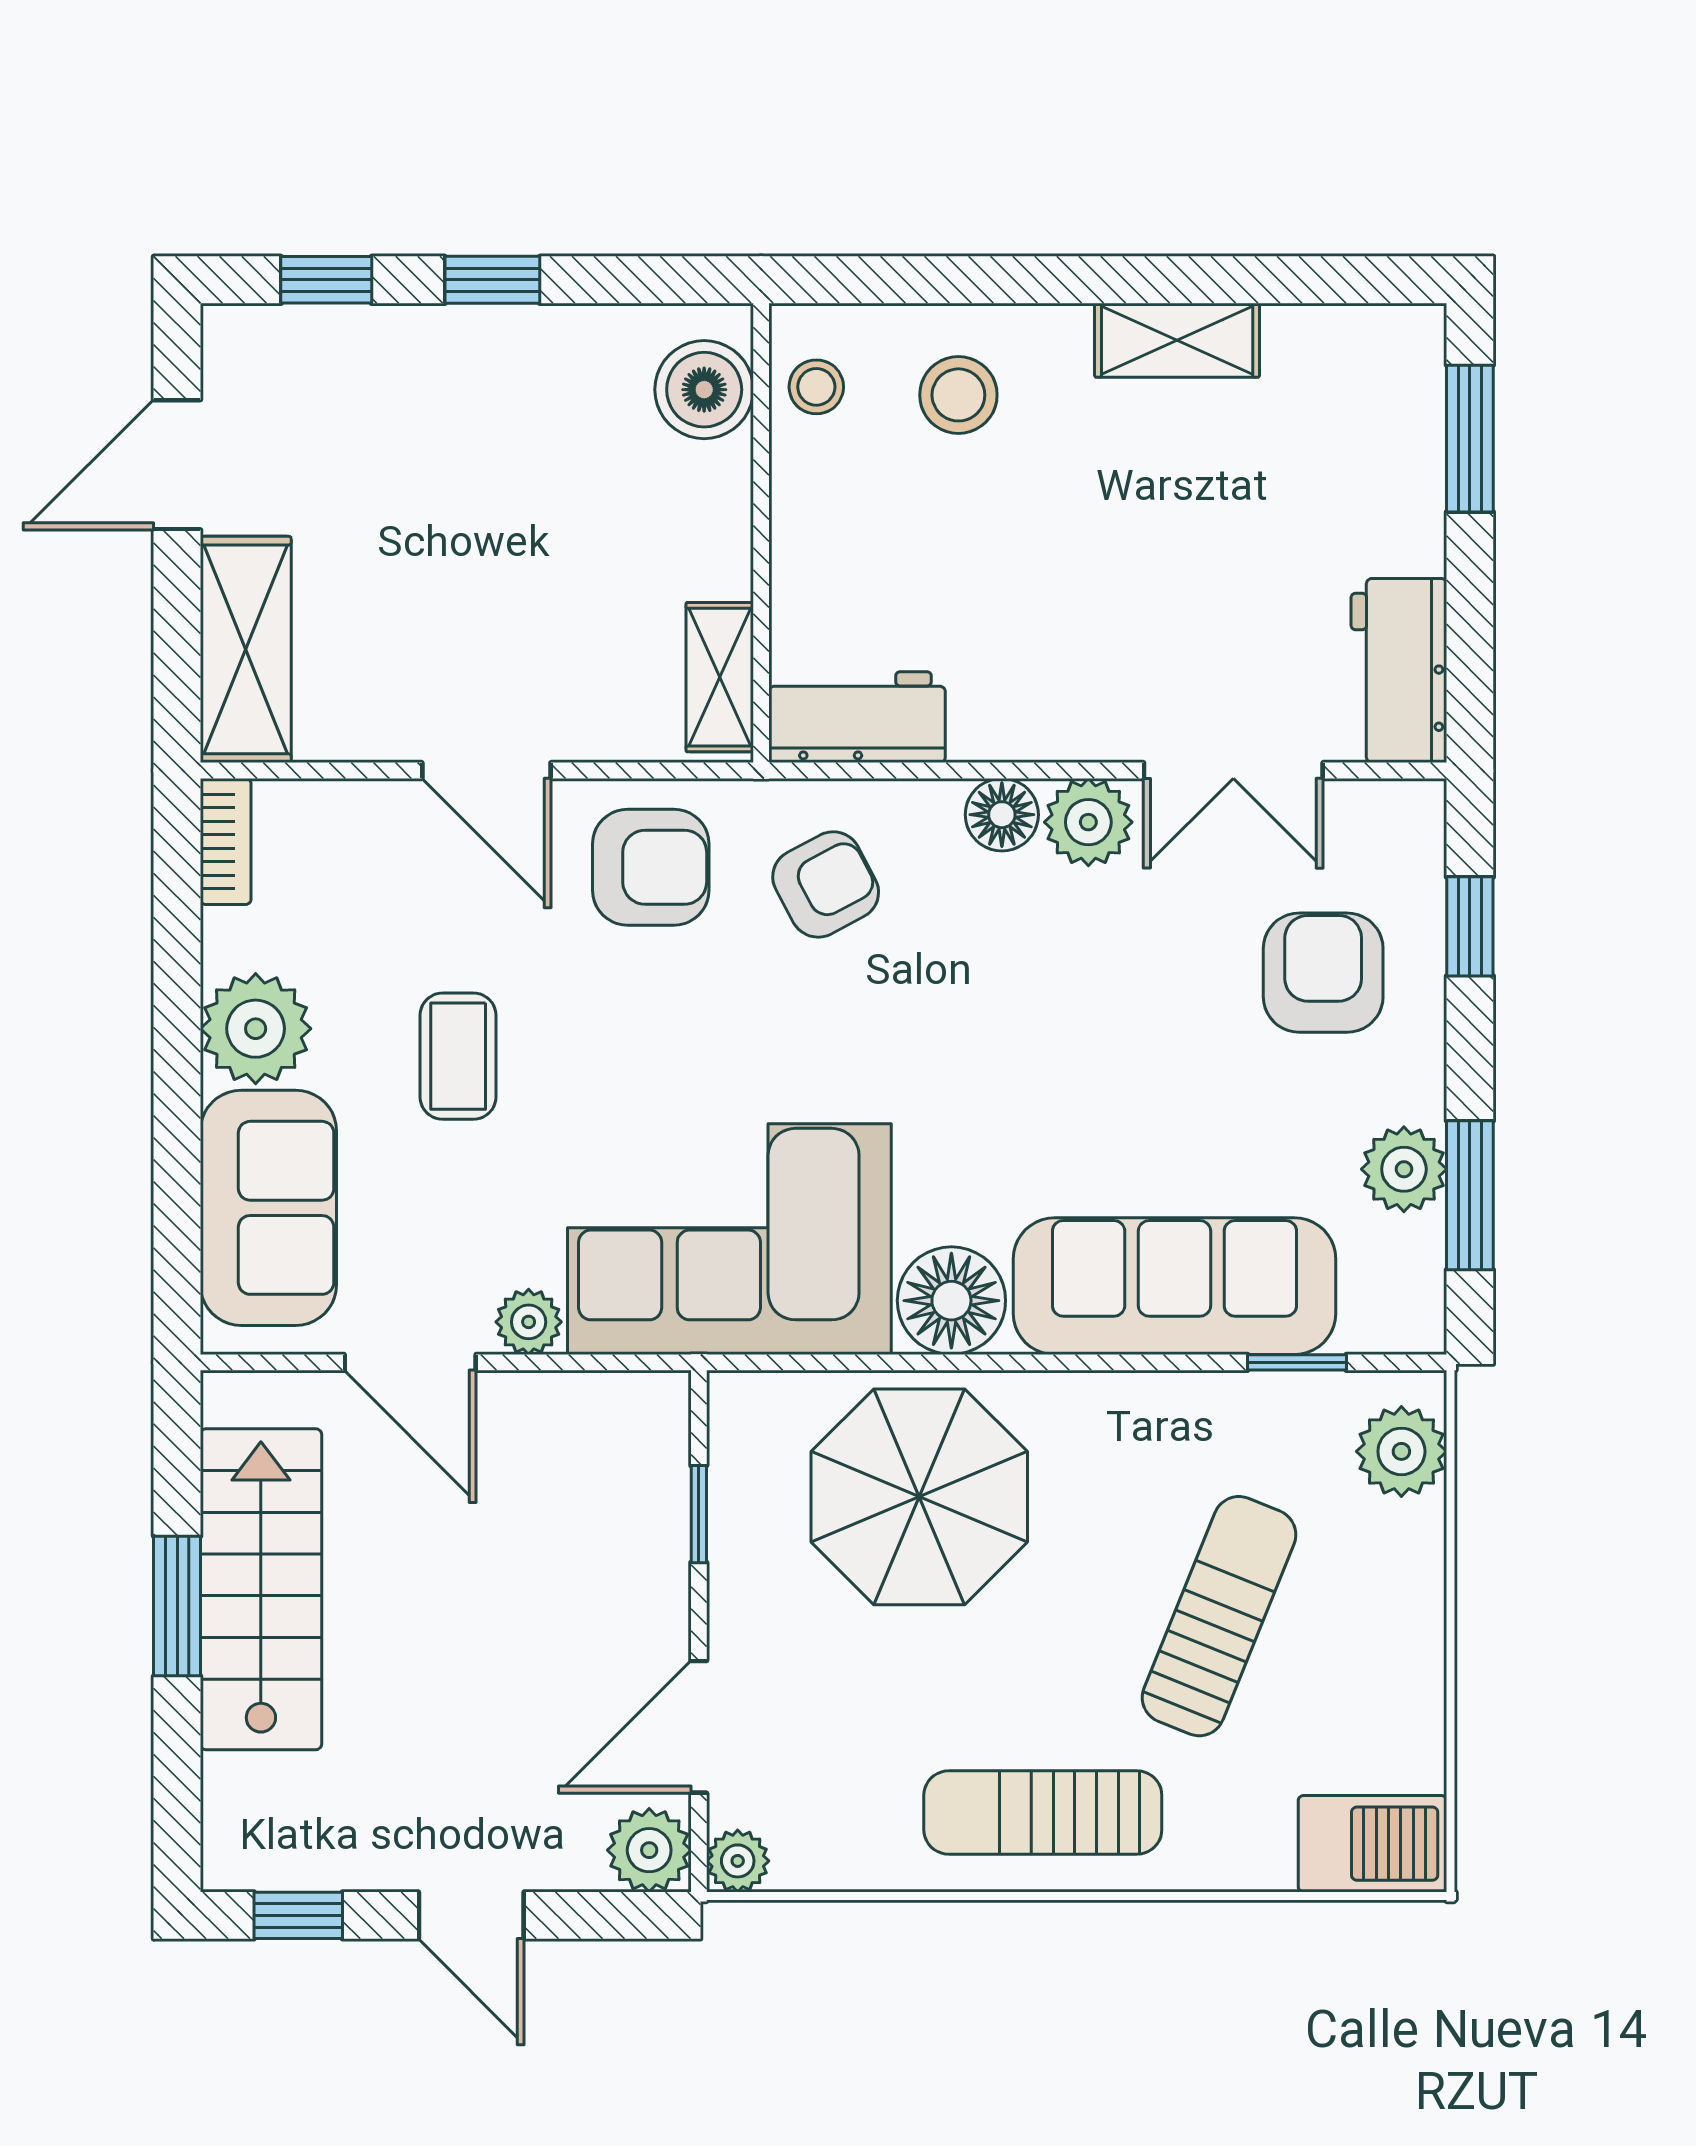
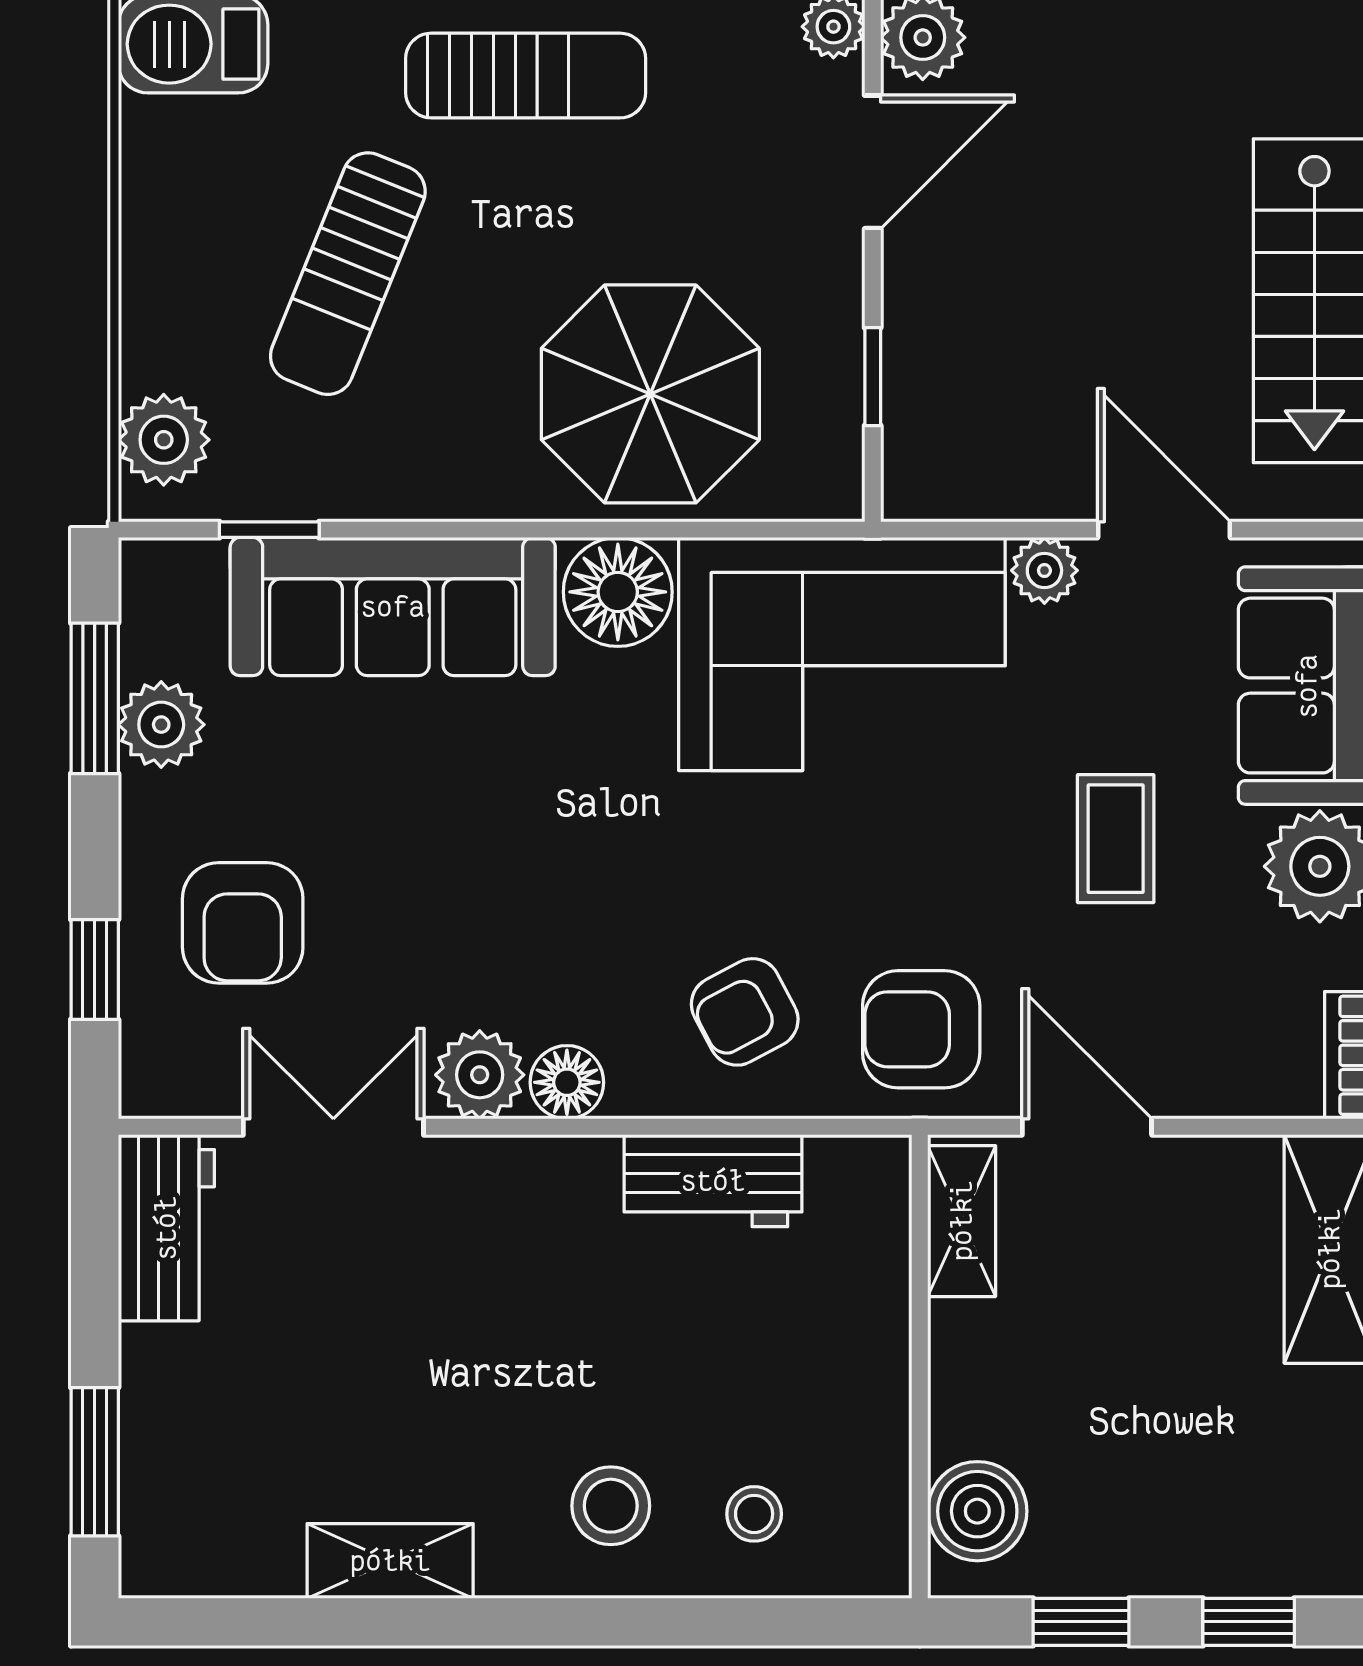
boiler: (704, 390) -> (977, 1511), moved
wall: (761, 533) -> (920, 1367), moved
shelving: (720, 677) -> (962, 1221), moved

